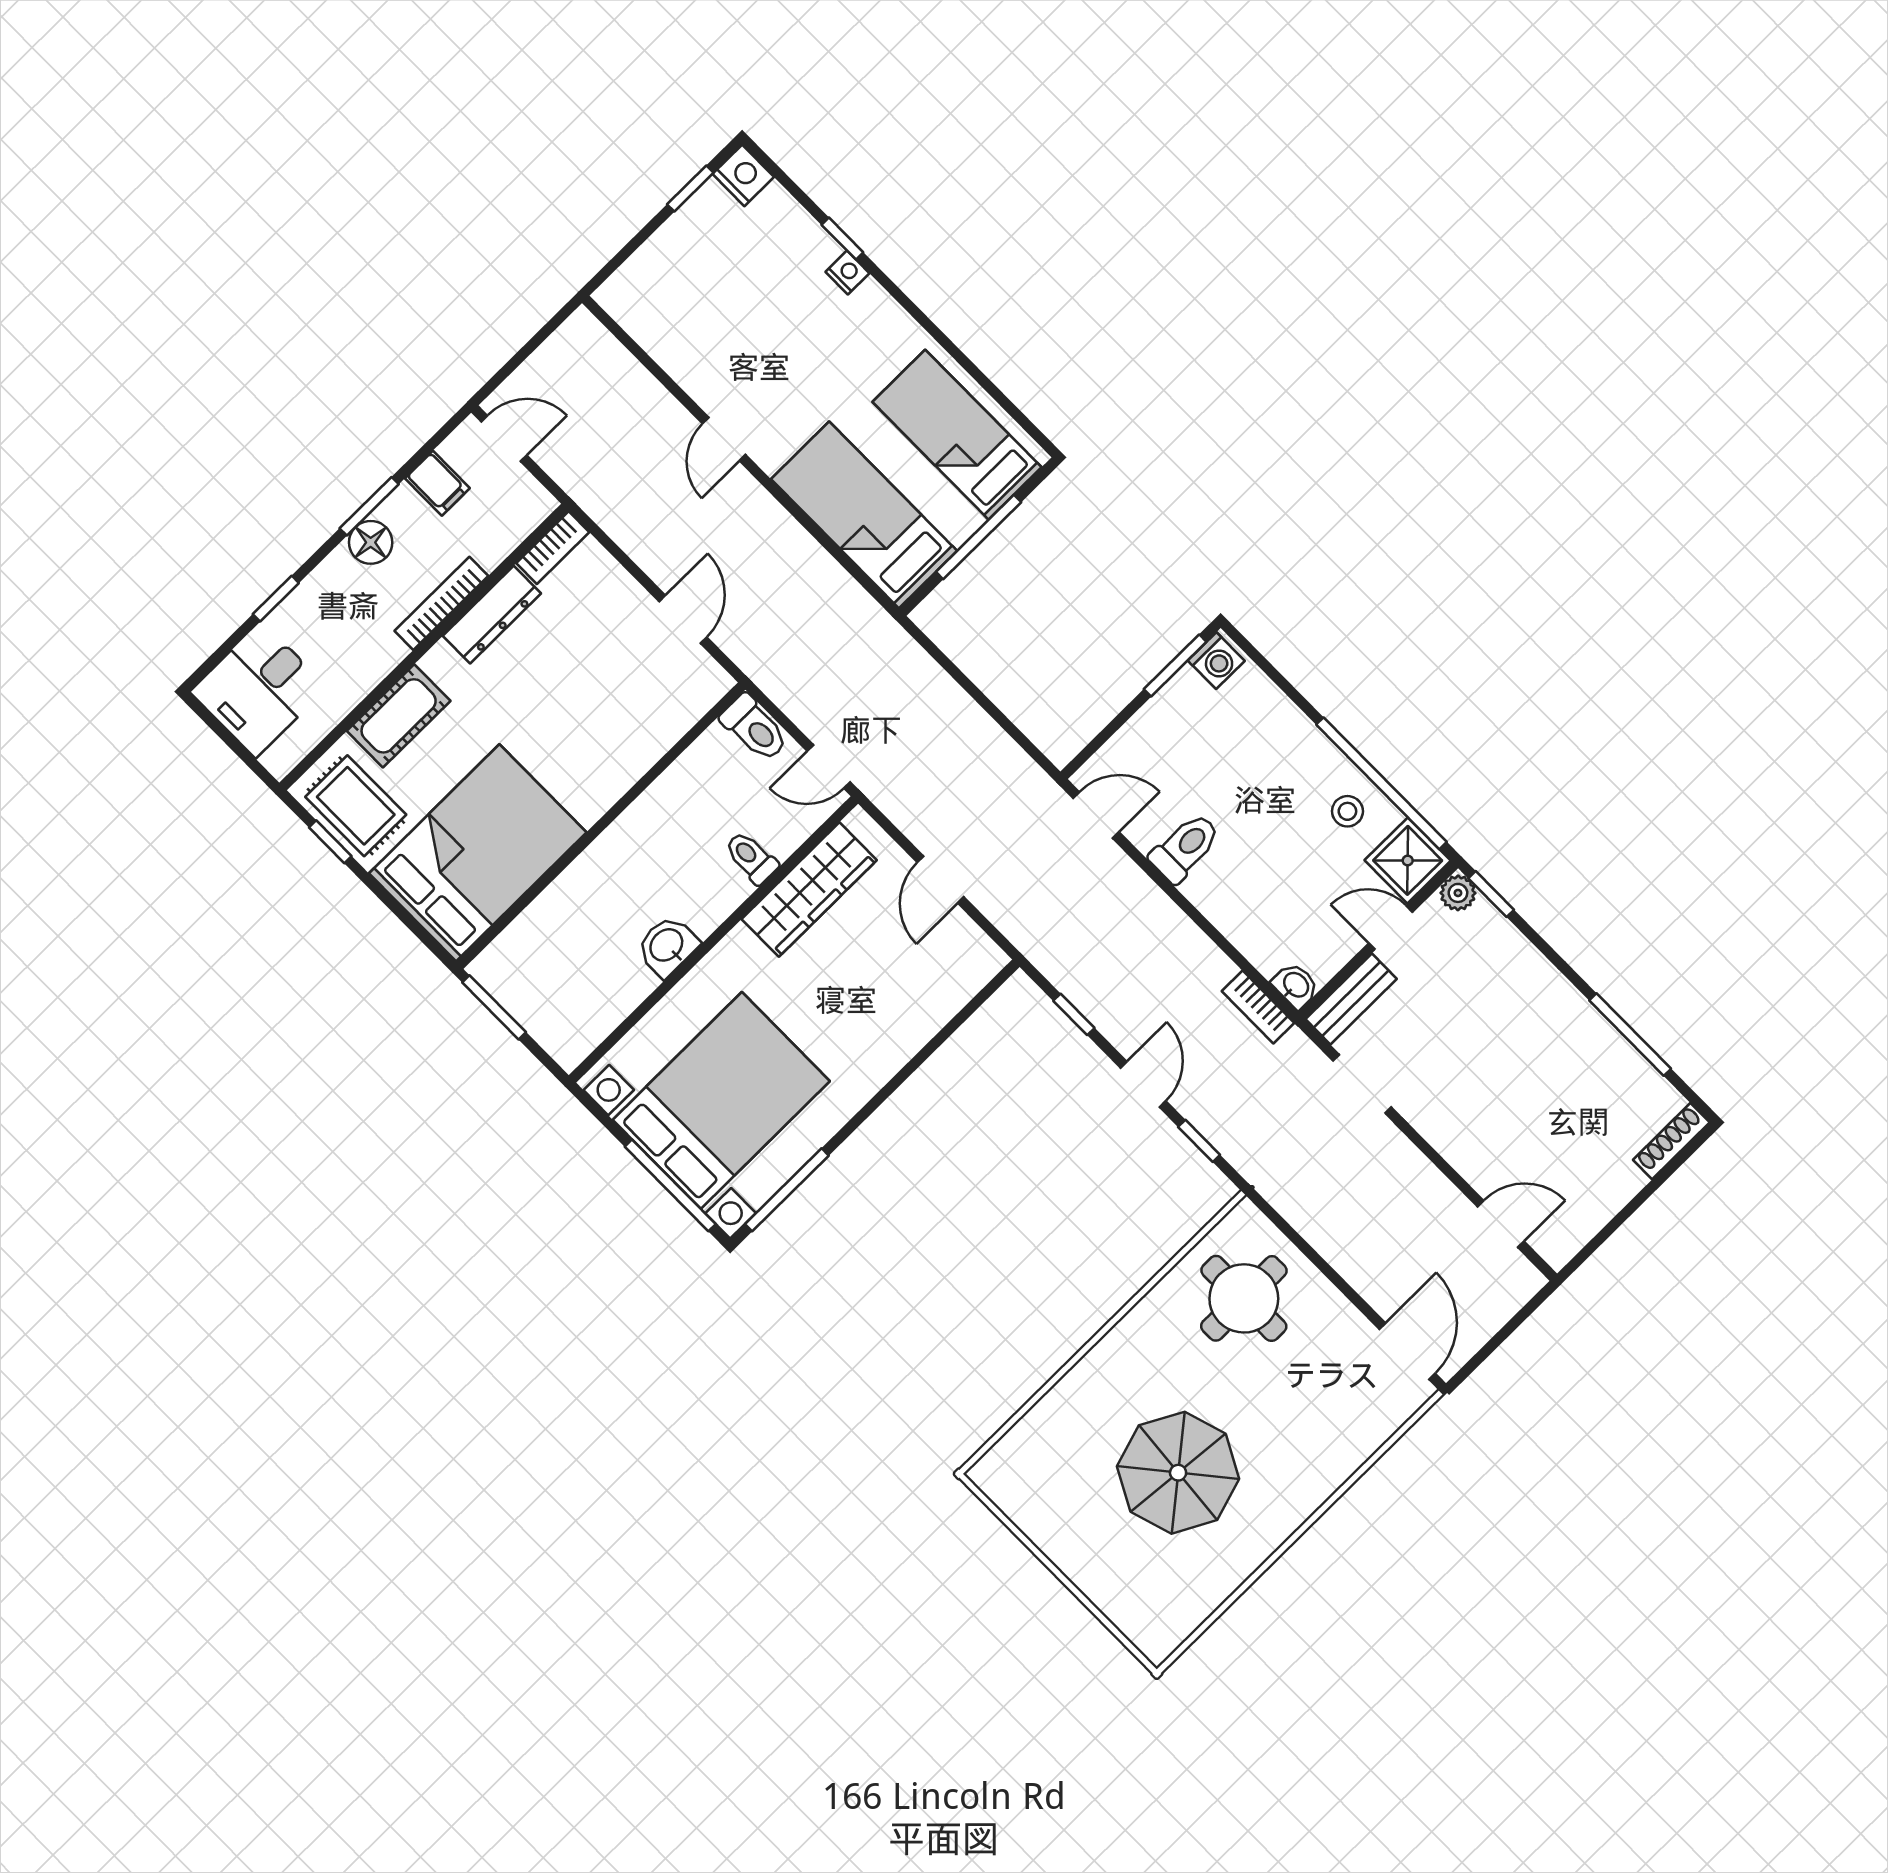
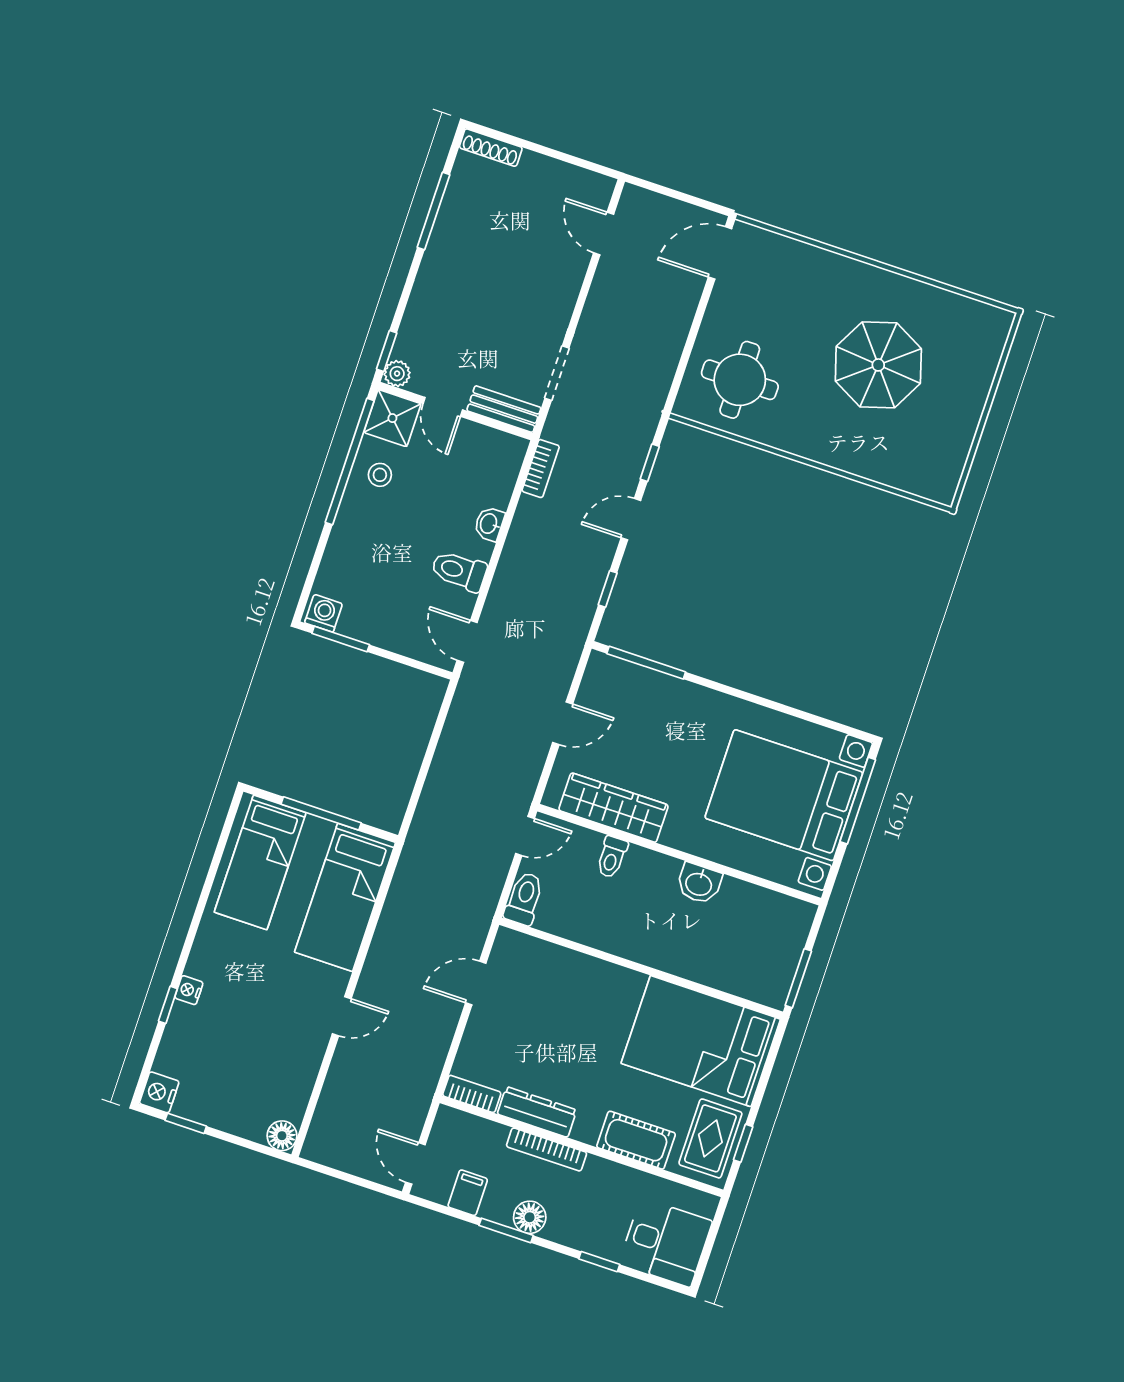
floor lamp: (617, 296) -> (282, 1136), added
door: (829, 767) -> (525, 836), hinge flipped
washbasin: (1295, 985) -> (489, 524), moved
window: (787, 1190) -> (646, 663), moved

